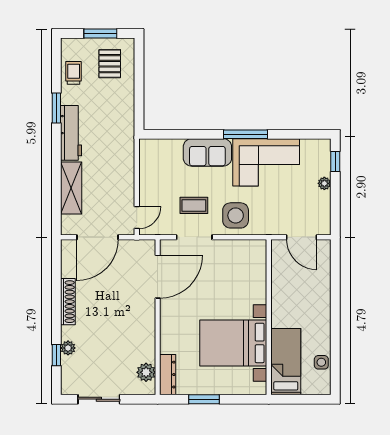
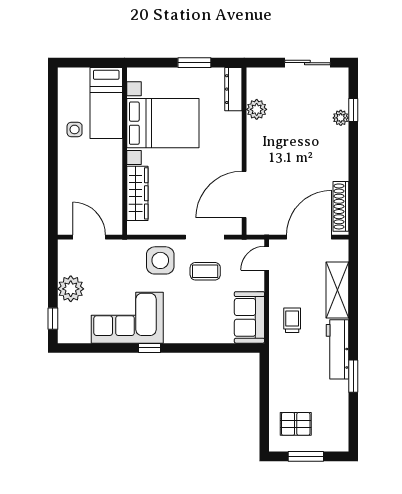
pallet: (110, 64) -> (296, 424), turned 90
trolley: (74, 73) -> (292, 320), moved, turned 180
window: (245, 134) -> (150, 348), width x0.46
sofa: (207, 152) -> (249, 317), moved, turned -90
plant: (324, 183) -> (71, 289), width x1.88, depth x1.88
wardrobe: (257, 278) -> (137, 193), added
shoe rack: (68, 302) -> (341, 206), moved
side table: (321, 362) -> (75, 129), moved
plant: (146, 372) -> (257, 109), moved

